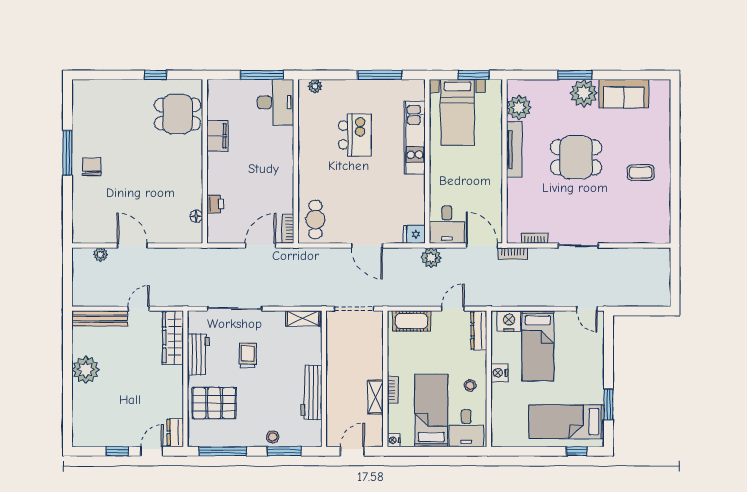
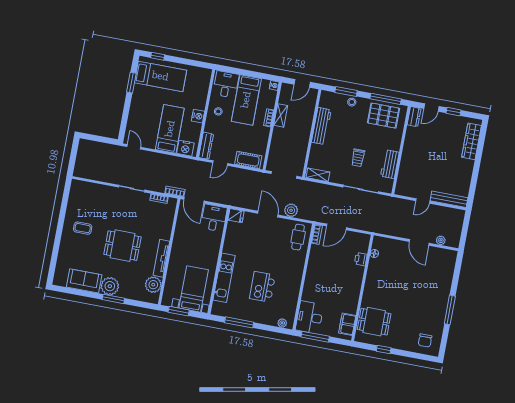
filing cabinet: (217, 136) -> (347, 324), moved
chair: (92, 167) -> (425, 340), moved
plant: (431, 258) -> (291, 210), moved
wardrobe: (173, 338) -> (471, 141), moved, turned 180
plant: (86, 370) -> (464, 168), removed
pallet: (214, 403) -> (383, 116), moved

